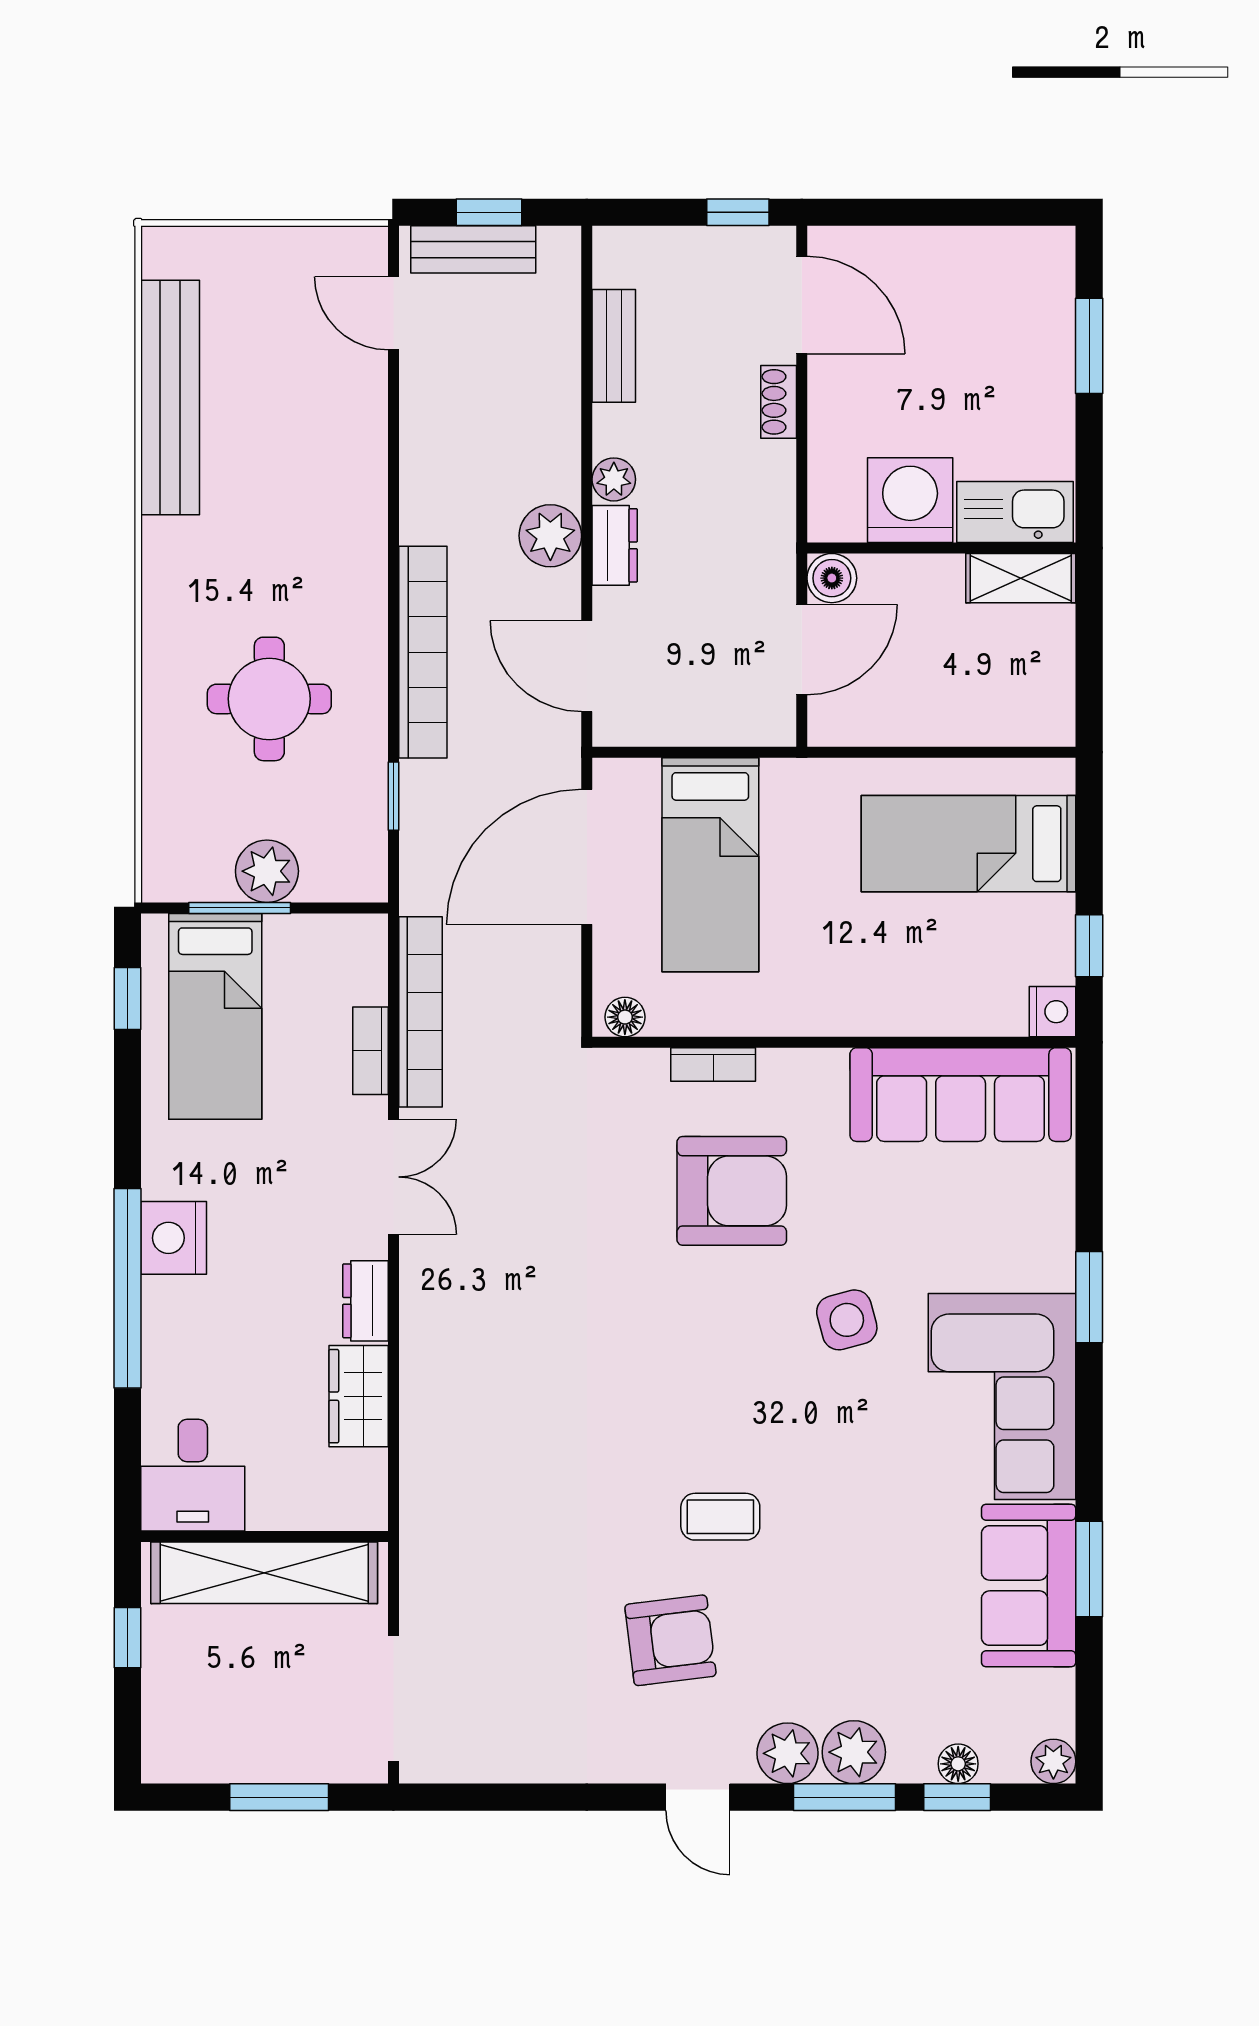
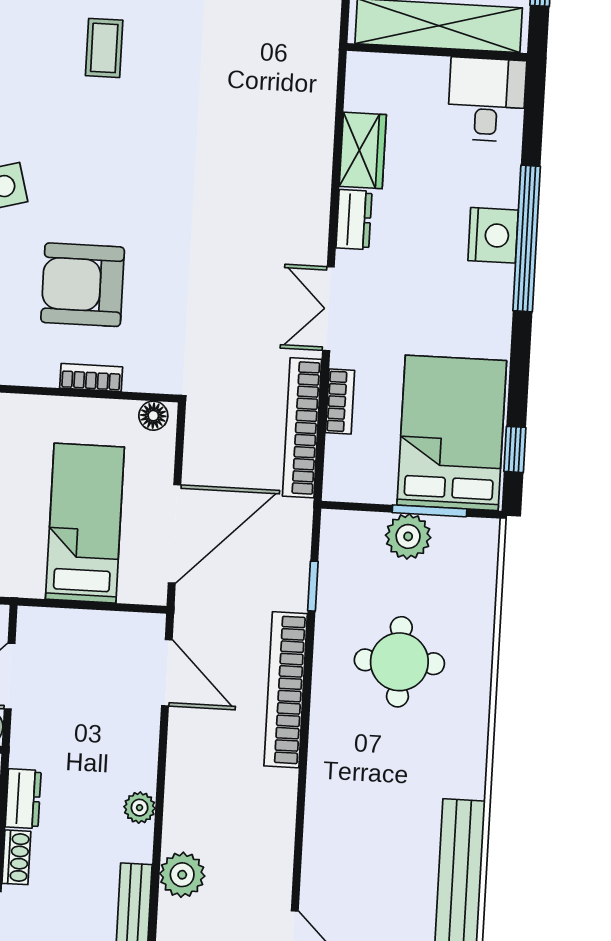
plant: (550, 536) -> (182, 875), moved
dresser: (615, 545) -> (23, 799), moved, turned 180
bed: (215, 1016) -> (452, 433), width x1.50
nightstand: (174, 1238) -> (493, 235), moved
coffee table: (720, 1517) -> (104, 48), turned 90

